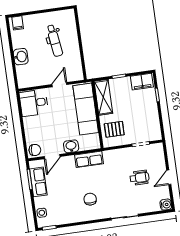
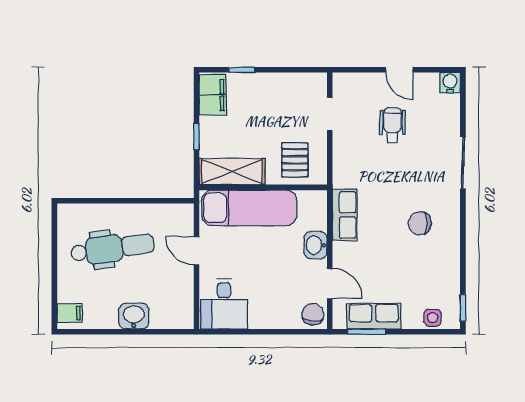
dental chair: (55, 41) -> (112, 248), width x1.36, depth x1.38

